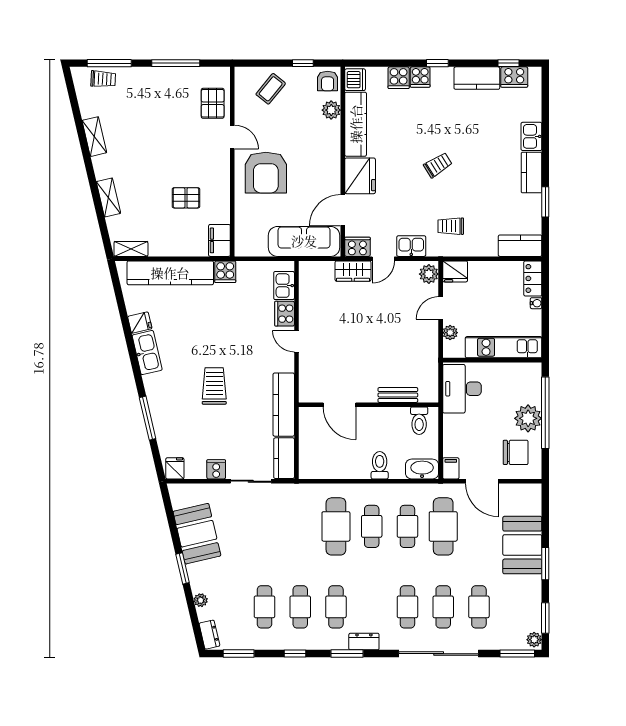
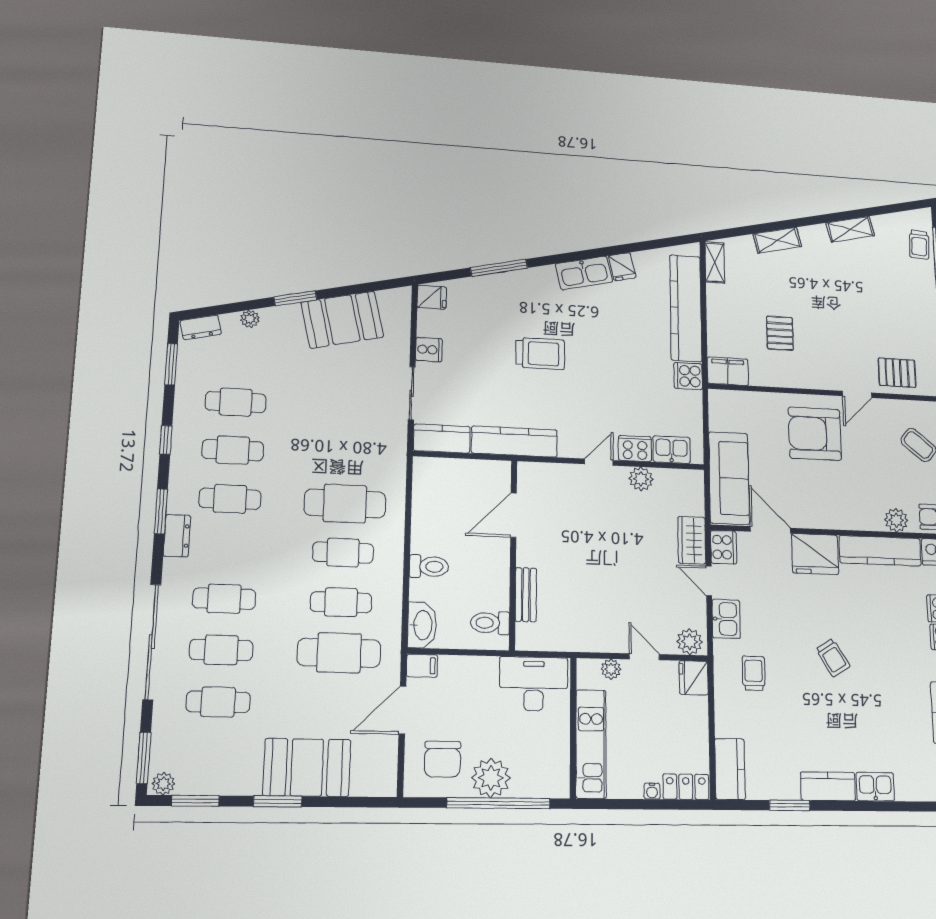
plant: (308, 309) -> (641, 479), added

